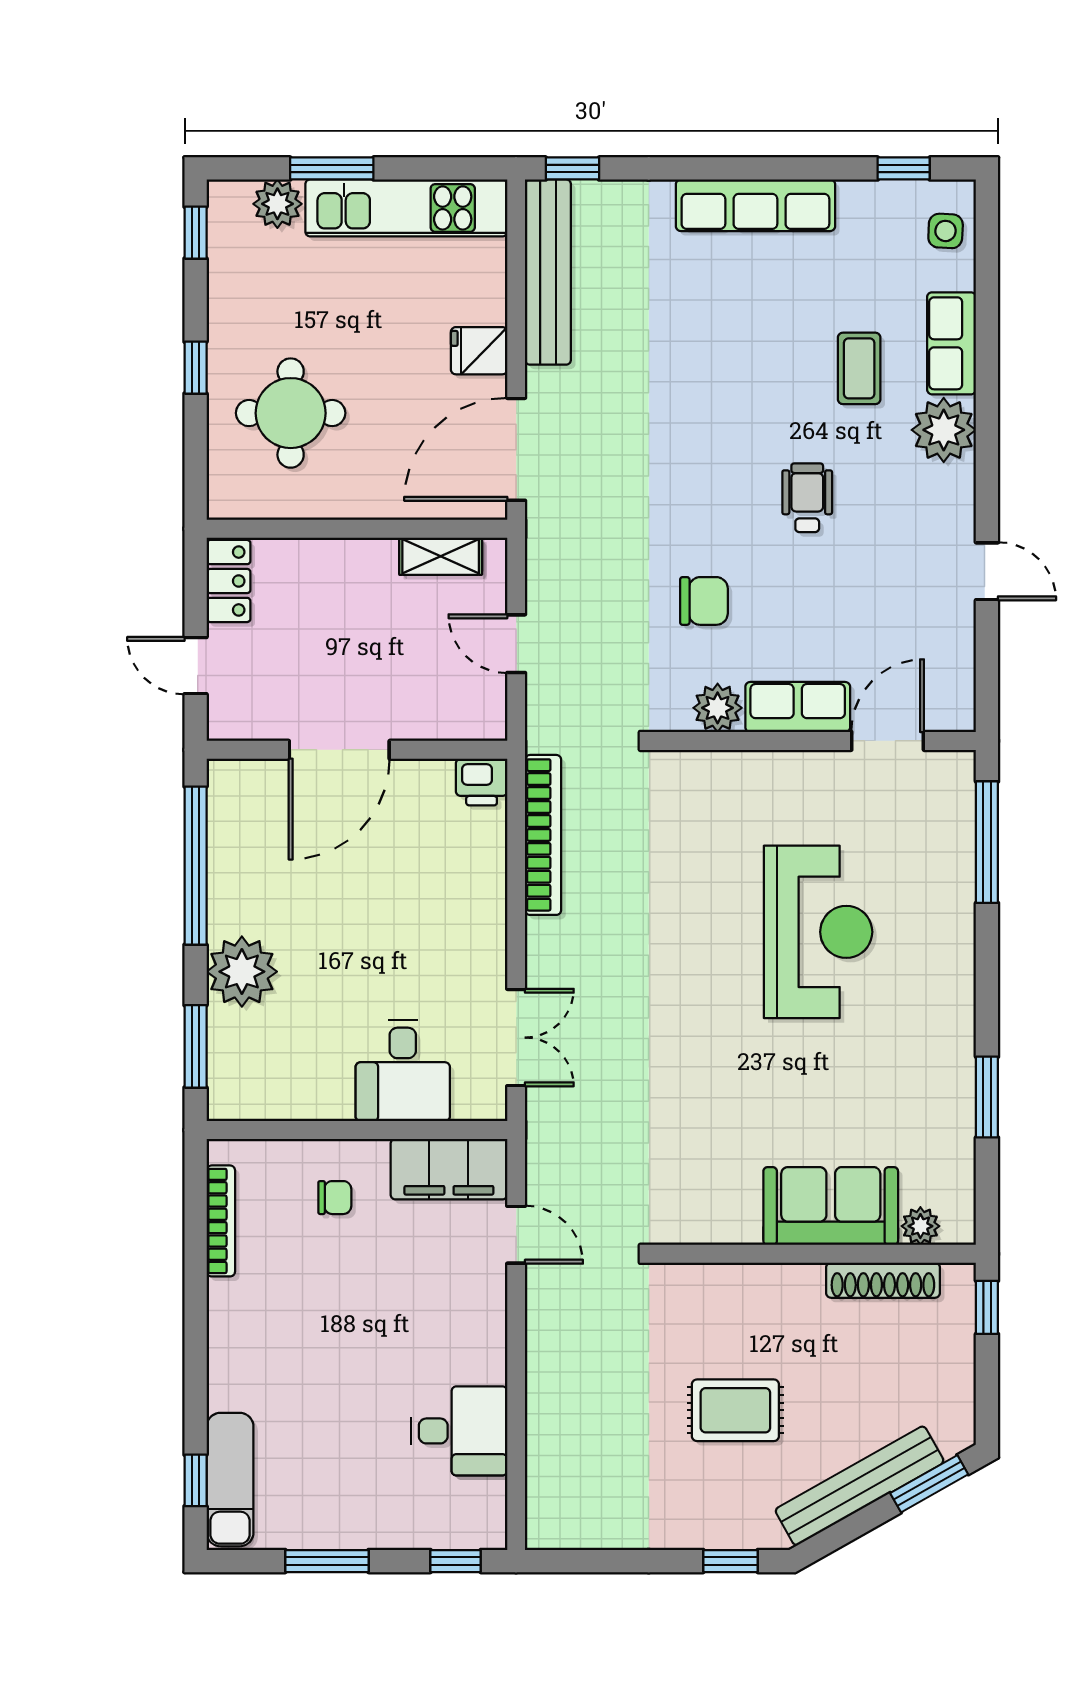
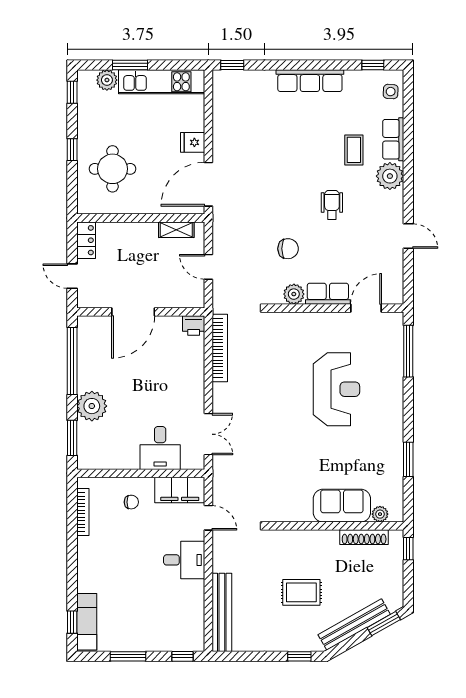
bench: (548, 272) -> (222, 612), moved
desk: (459, 1431) -> (184, 560), moved

